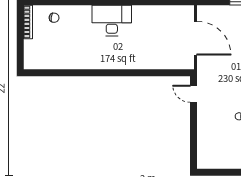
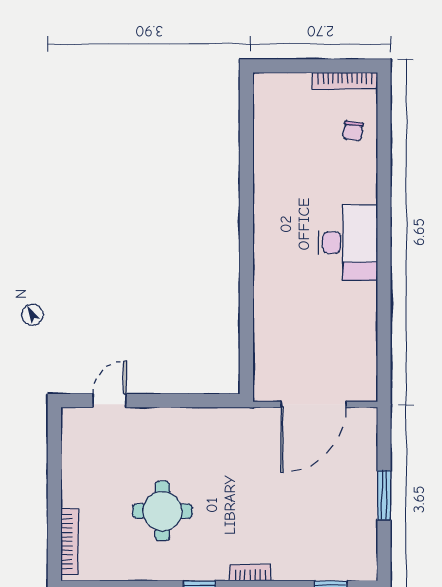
door: (194, 94) -> (109, 401), moved

